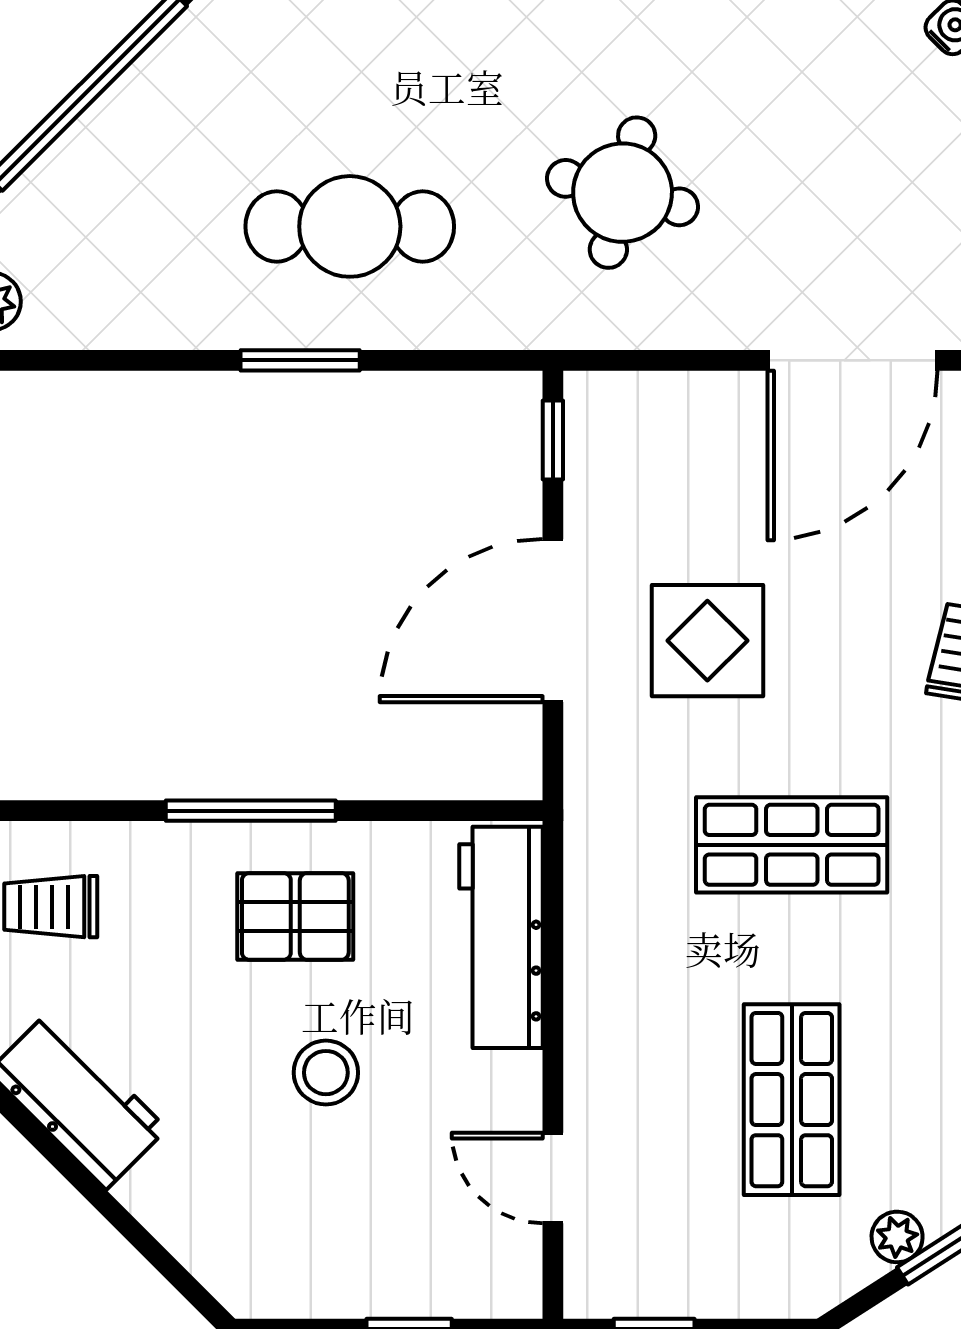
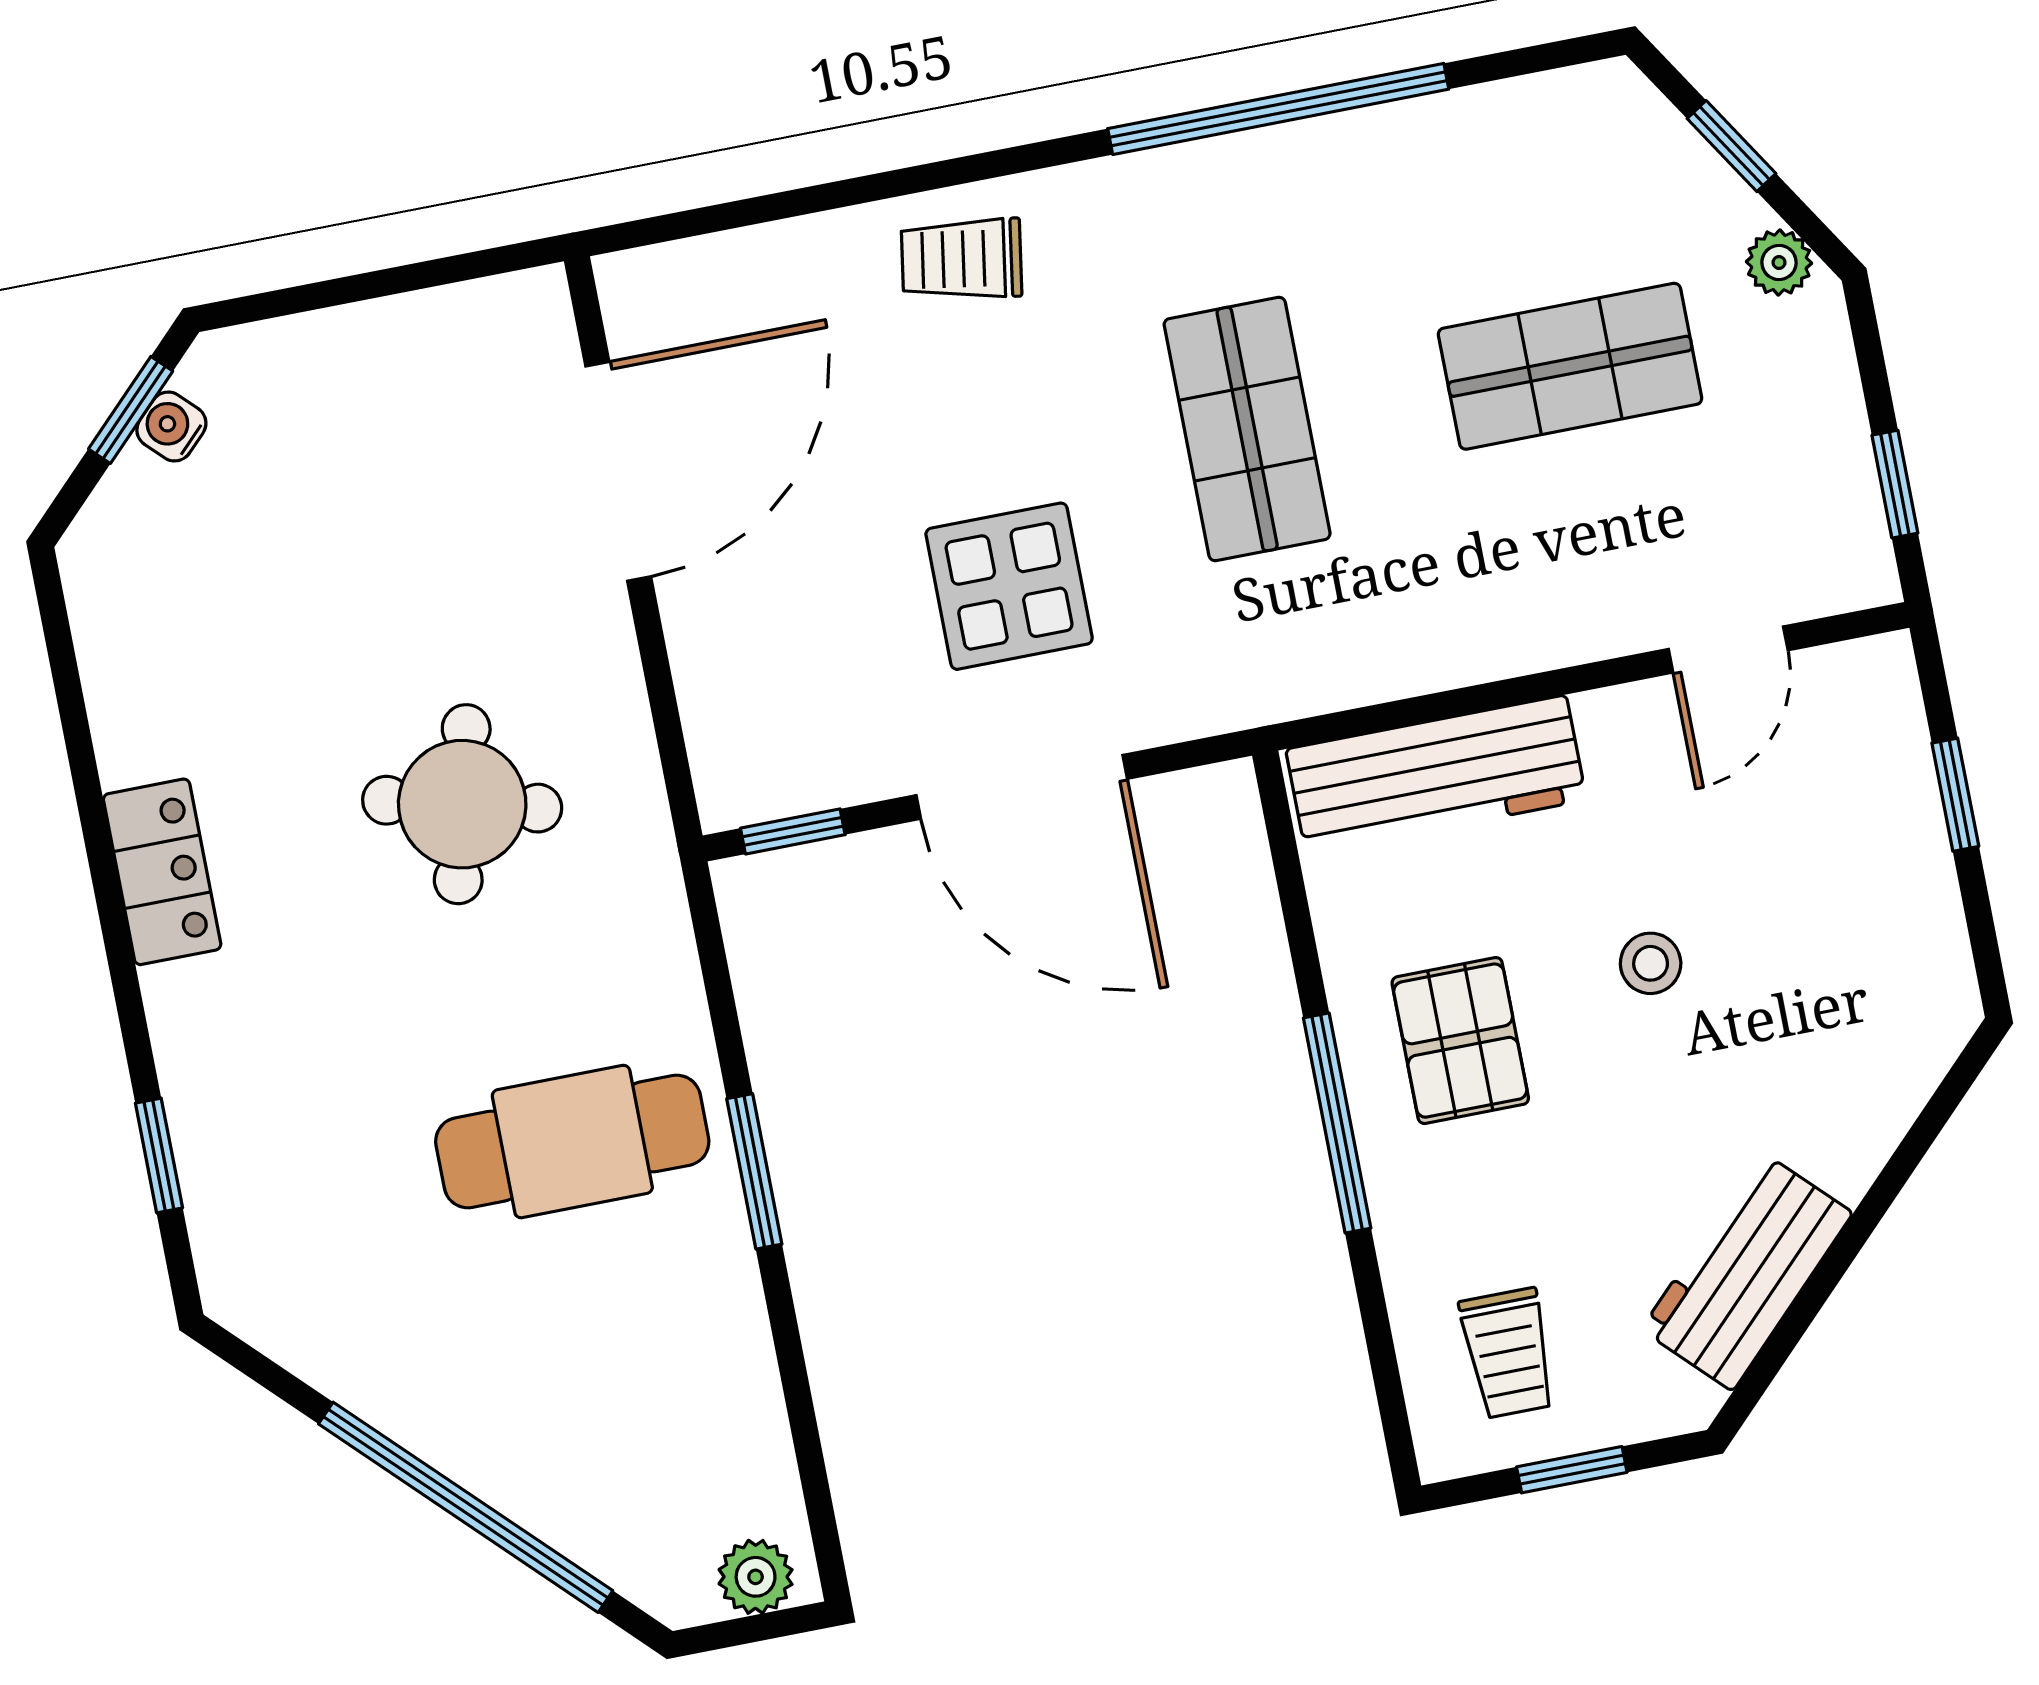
cafe table: (350, 226) -> (572, 1142), turned 90
door: (852, 360) -> (618, 471), hinge flipped
stool: (326, 1073) -> (1651, 963), width x0.73, depth x0.73
plant: (897, 1237) -> (1779, 262), moved

